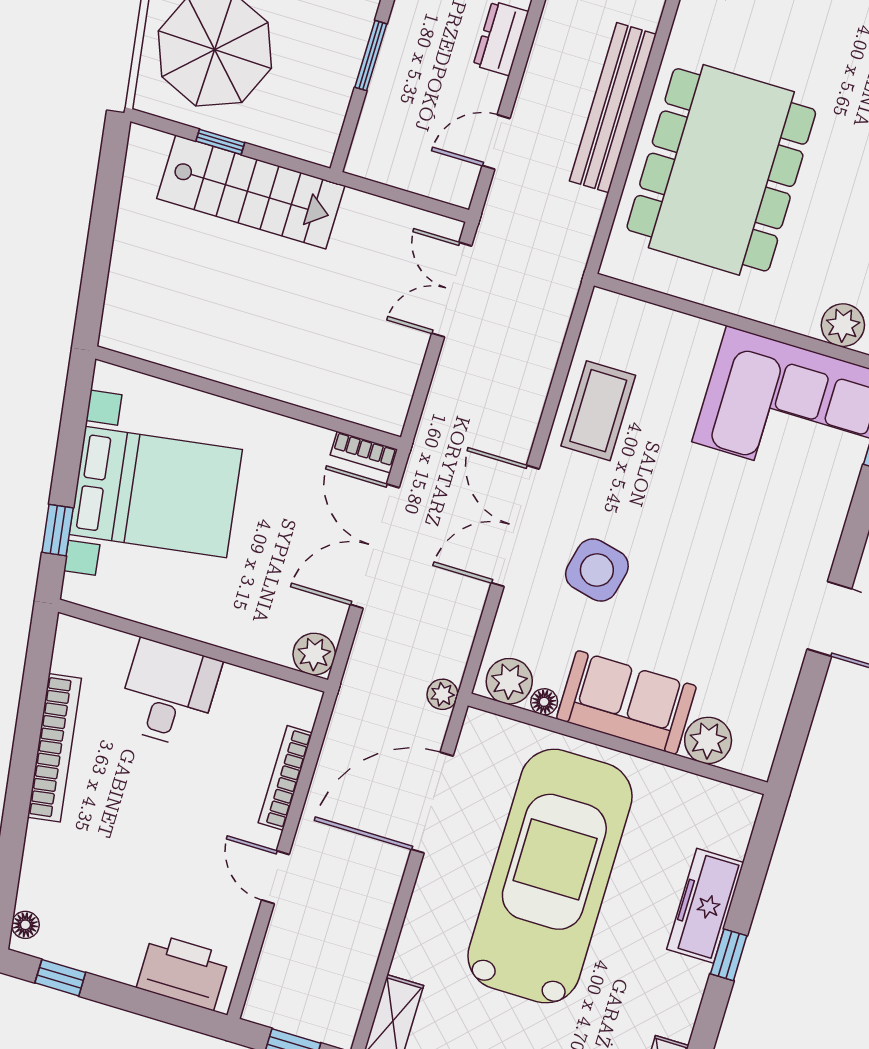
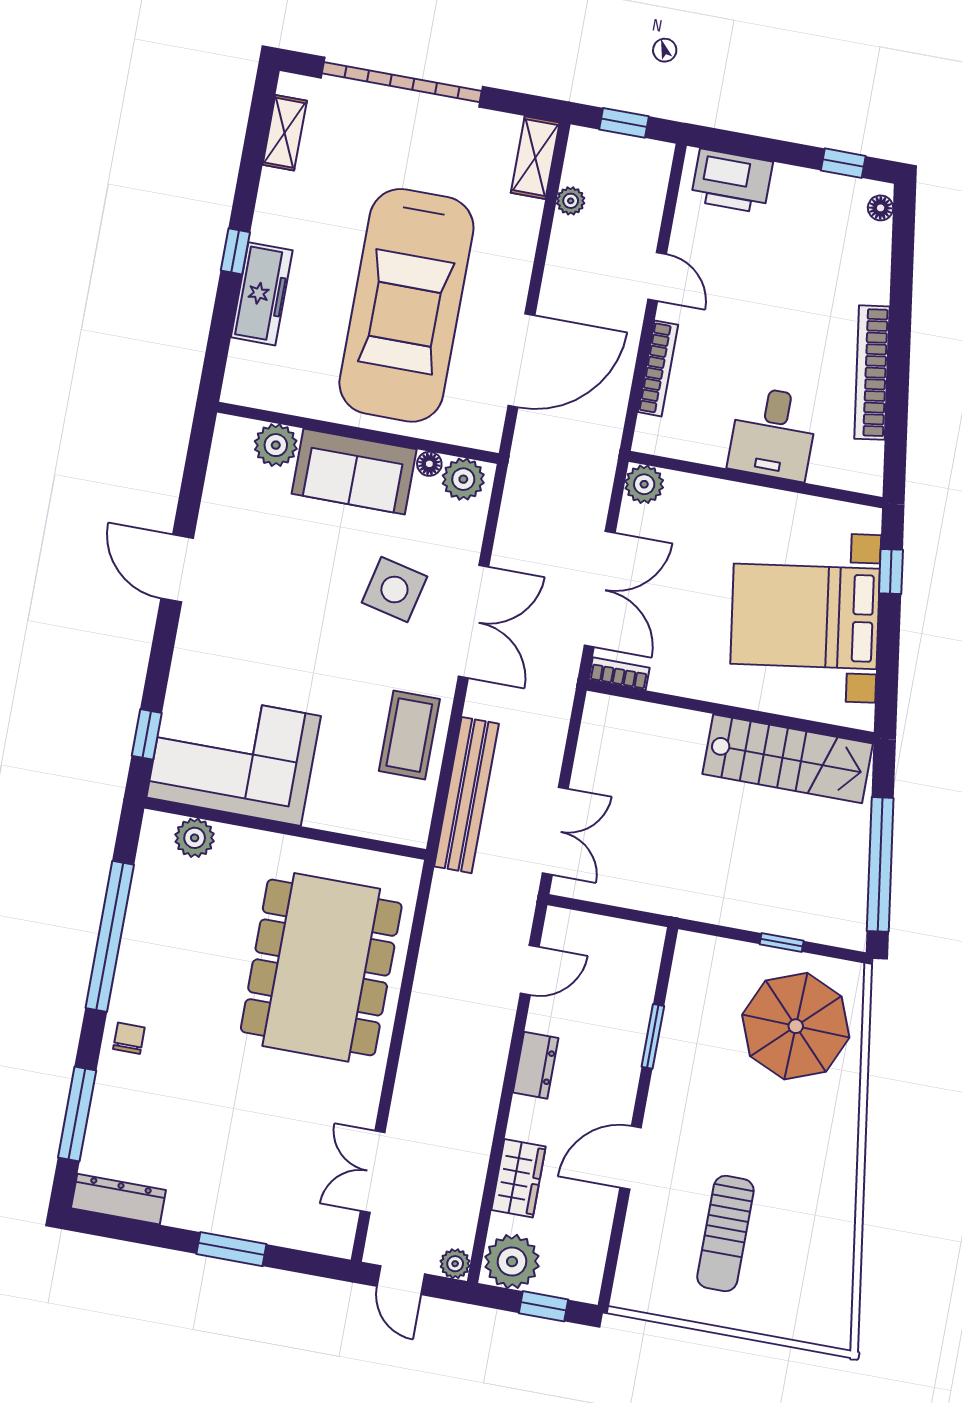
bench: (613, 108) -> (467, 795), moved
stairs: (251, 192) -> (788, 759), moved, turned 180
window: (104, 215) -> (880, 864), added
plant: (442, 694) -> (571, 201), moved

